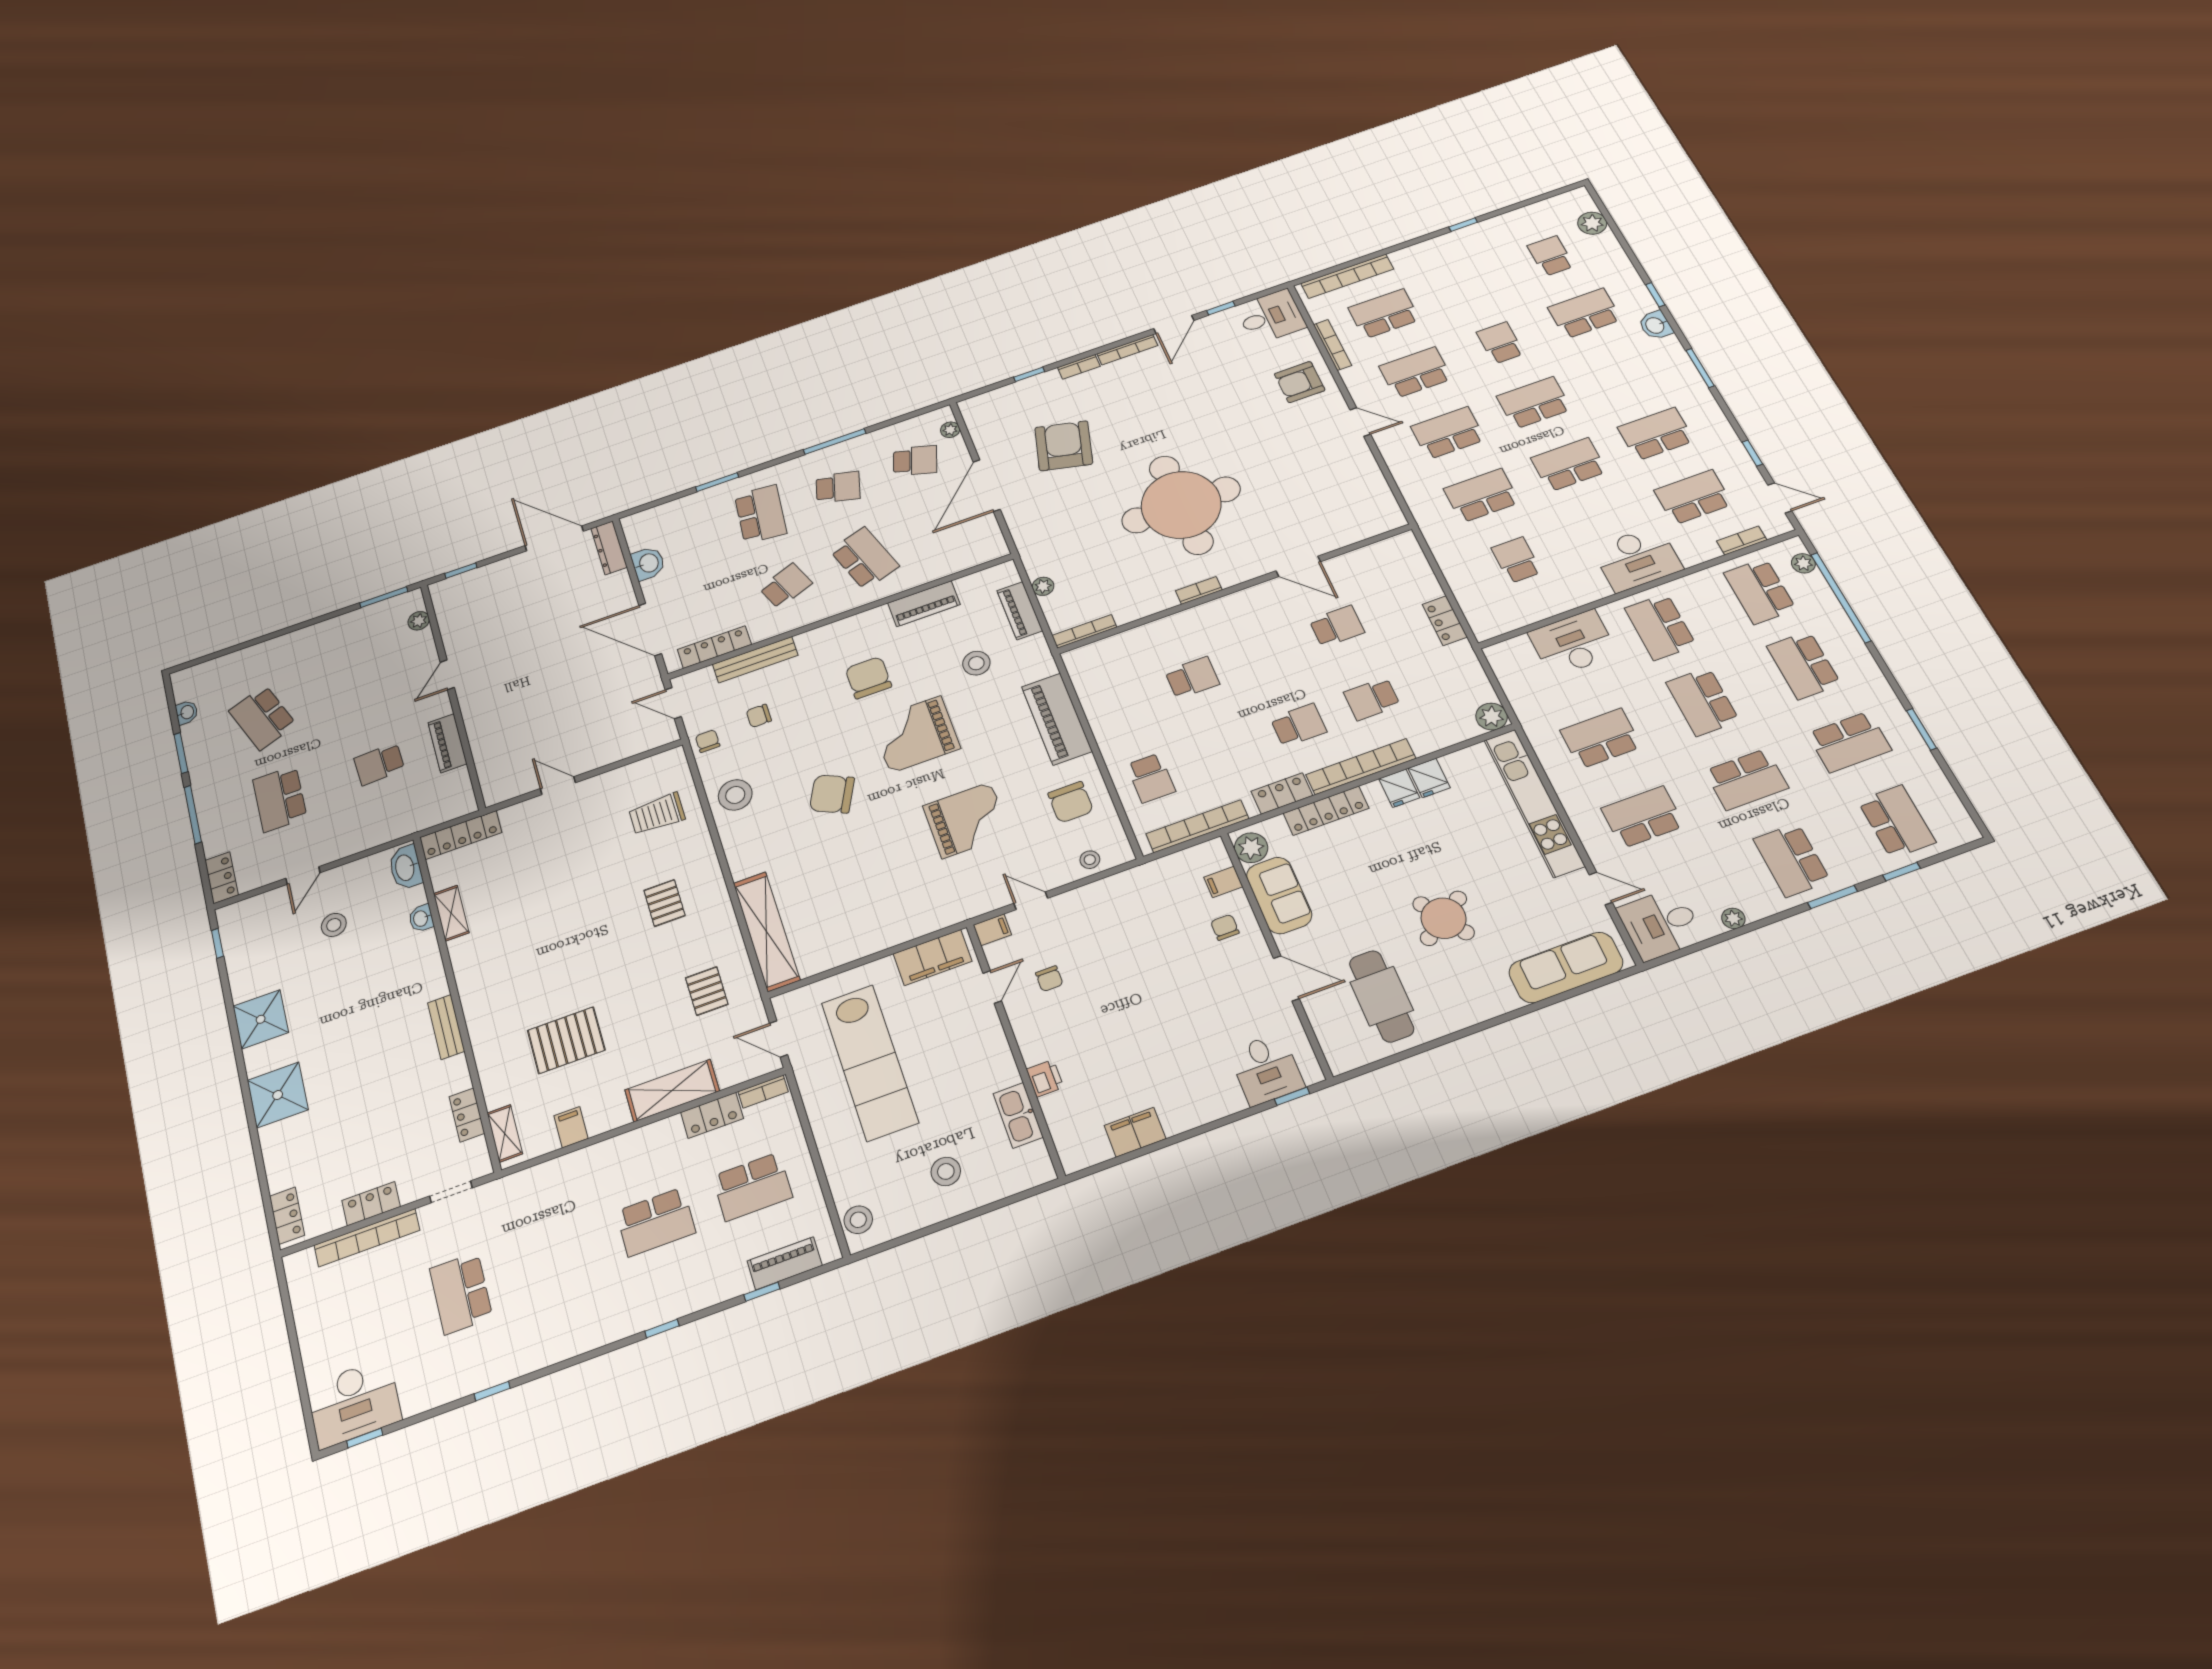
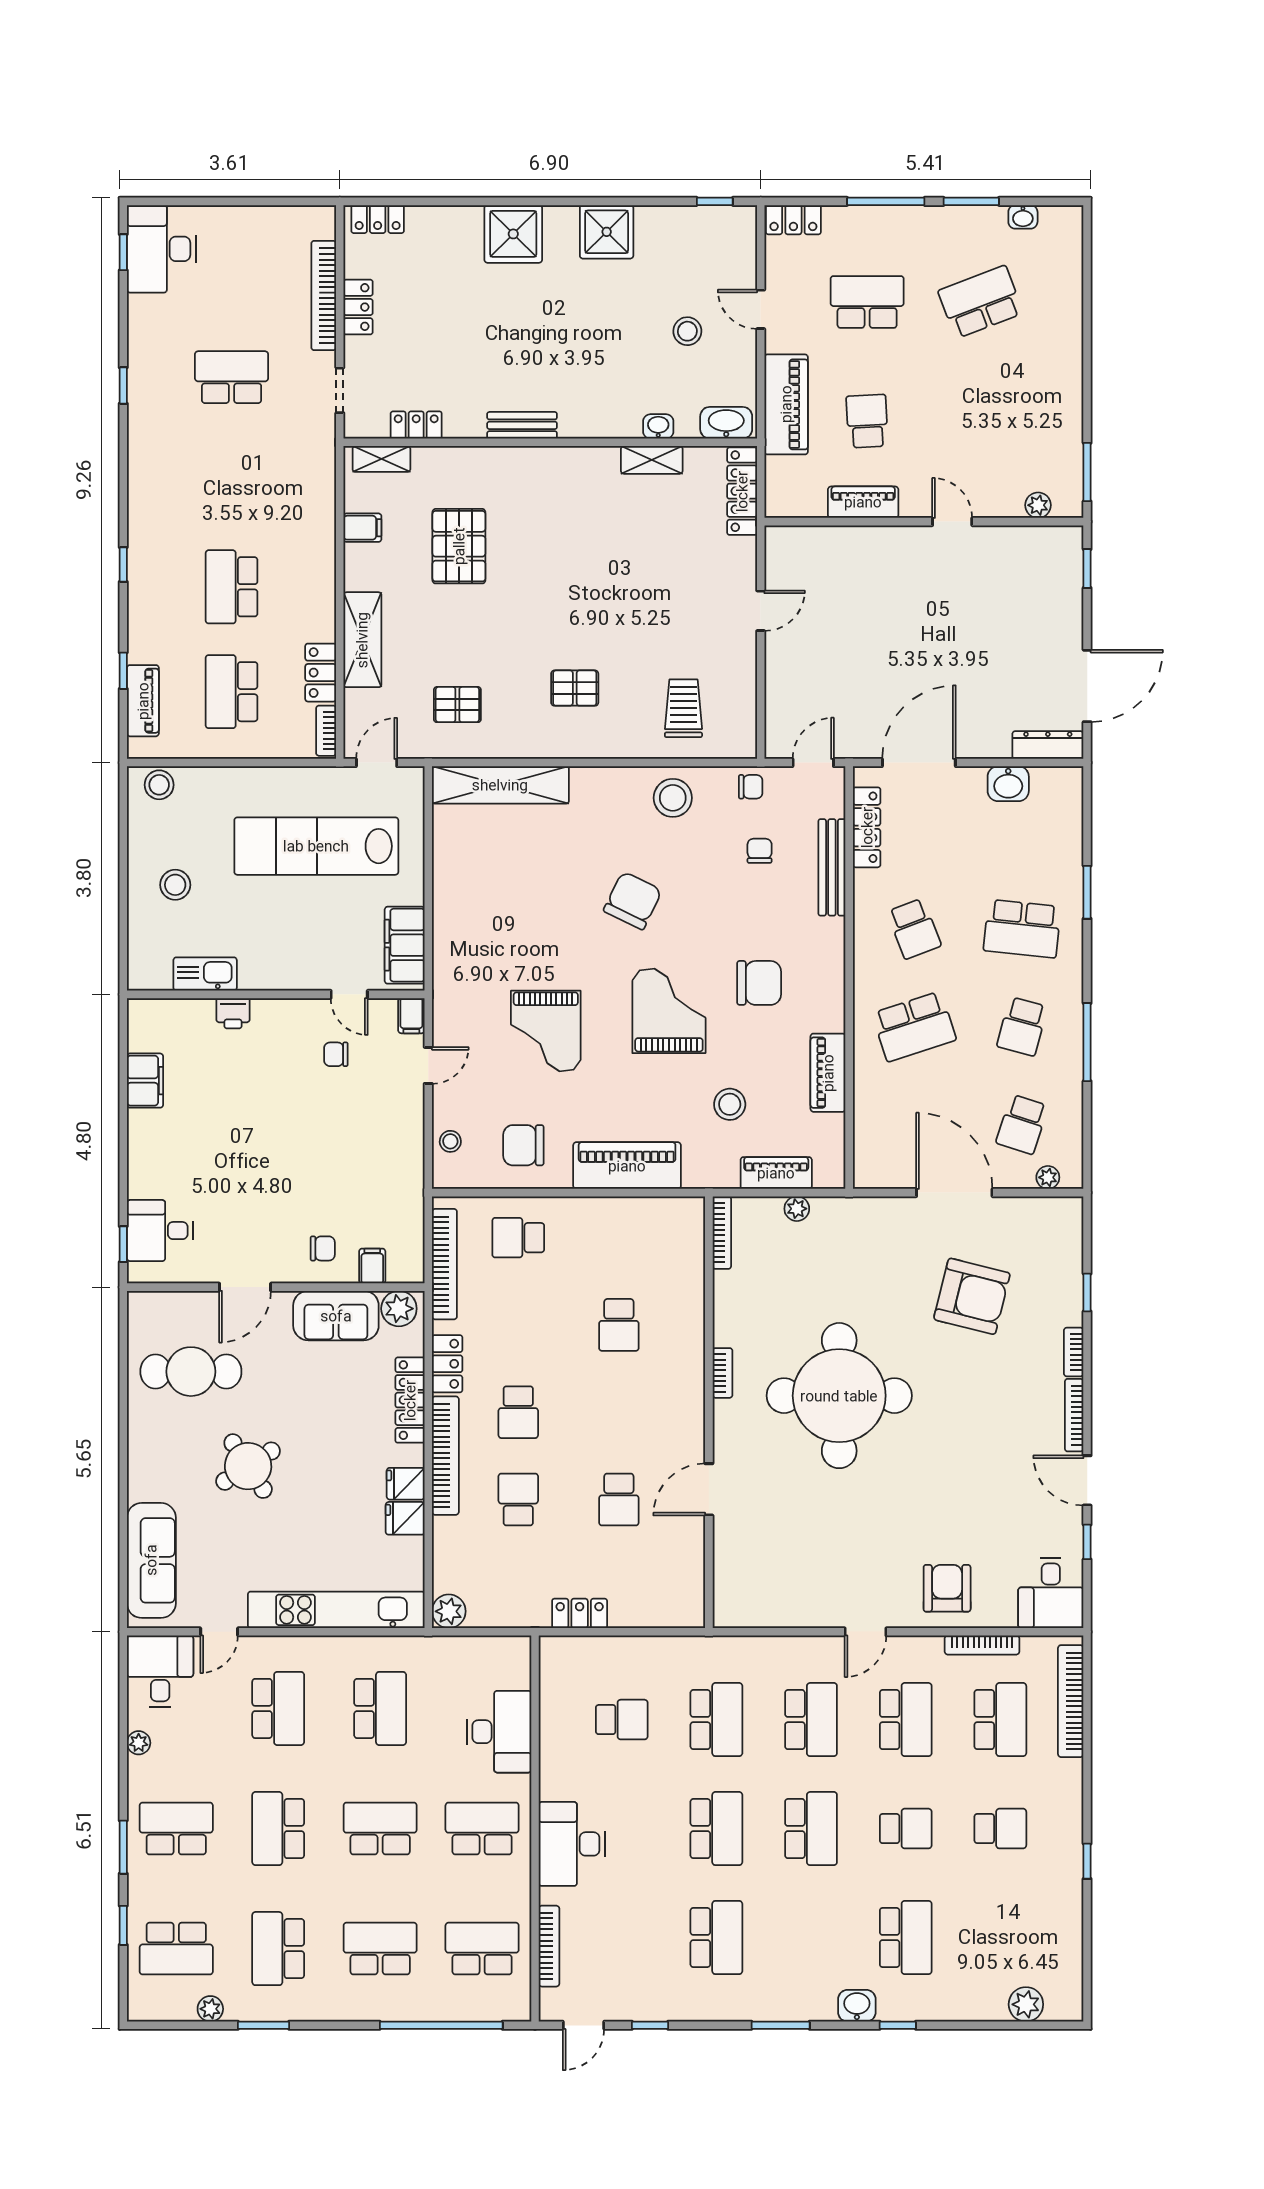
school desk: (1551, 256) -> (1000, 1829), moved
school desk: (1693, 497) -> (622, 1937), removed
bookcase: (1742, 540) -> (549, 1946), width x1.56
plant: (1803, 563) -> (210, 2009), moved
piano: (379, 828) -> (786, 404), added

